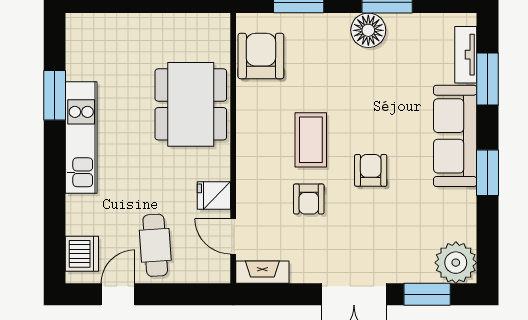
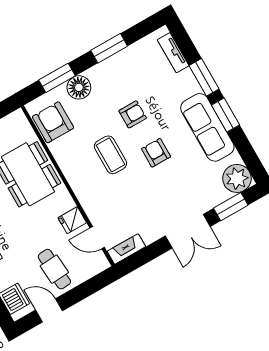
floor lamp: (368, 30) -> (79, 87), moved
window: (487, 79) -> (204, 77), moved
sofa: (455, 136) -> (207, 127), moved
armchair: (309, 199) -> (133, 114), moved, turned -90
door: (118, 294) -> (49, 310), hinge flipped

